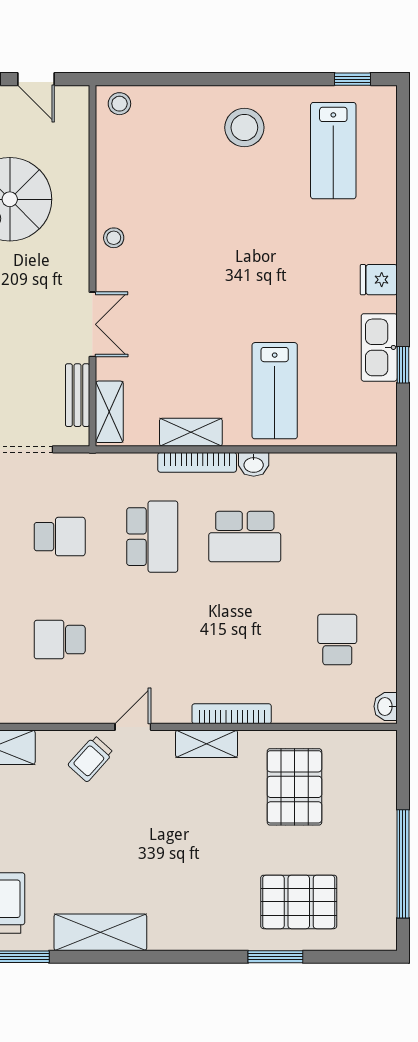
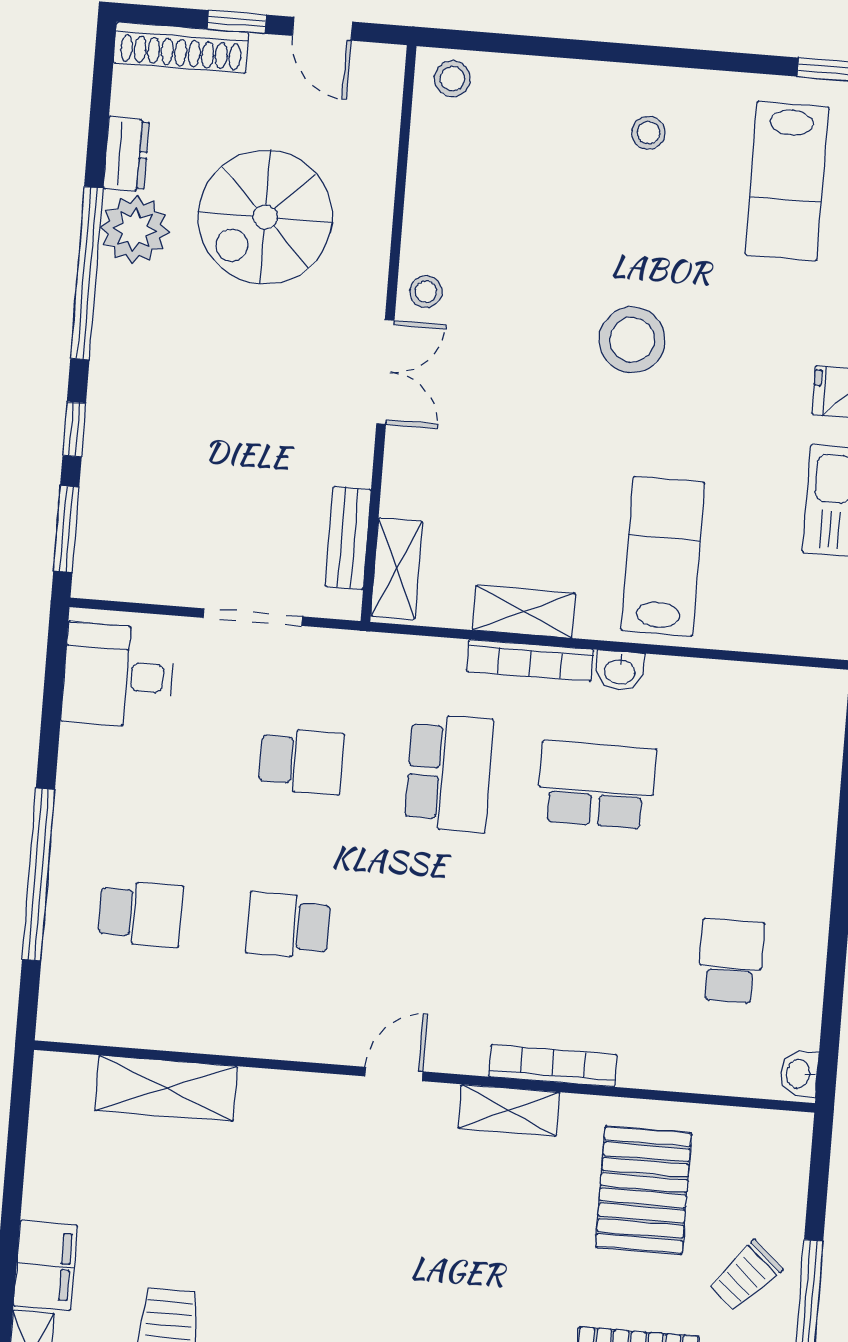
stool: (244, 128) -> (648, 133), width x0.53, depth x0.53
stool: (245, 257) -> (632, 340), added
double door: (92, 324) -> (385, 372), moved
lab bench: (275, 391) -> (663, 556), turned 180
school desk: (245, 537) -> (596, 785), turned 180
trolley: (91, 759) -> (745, 1276), moved

